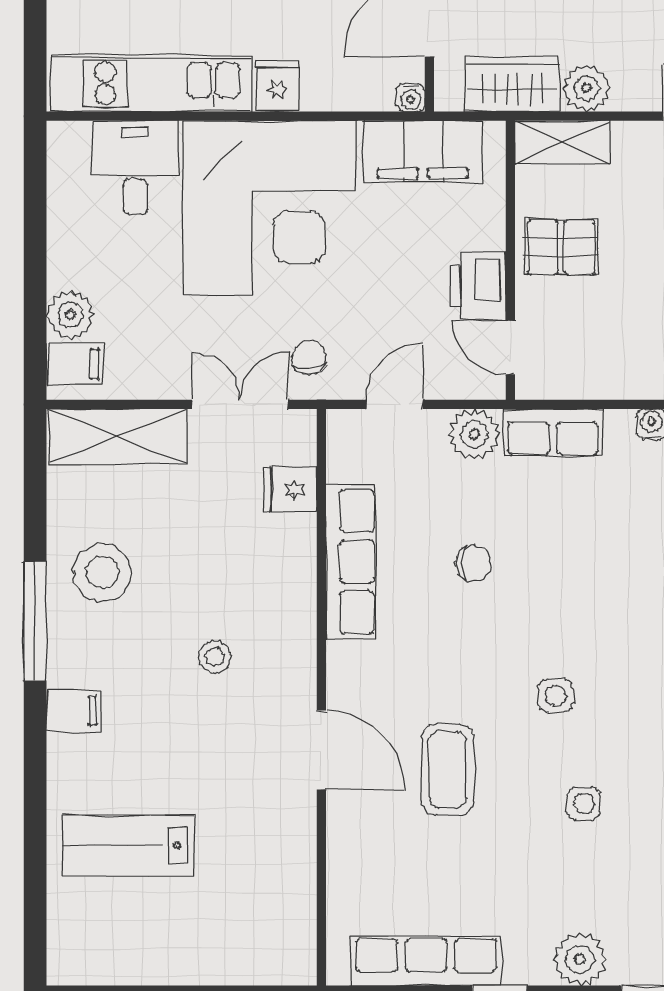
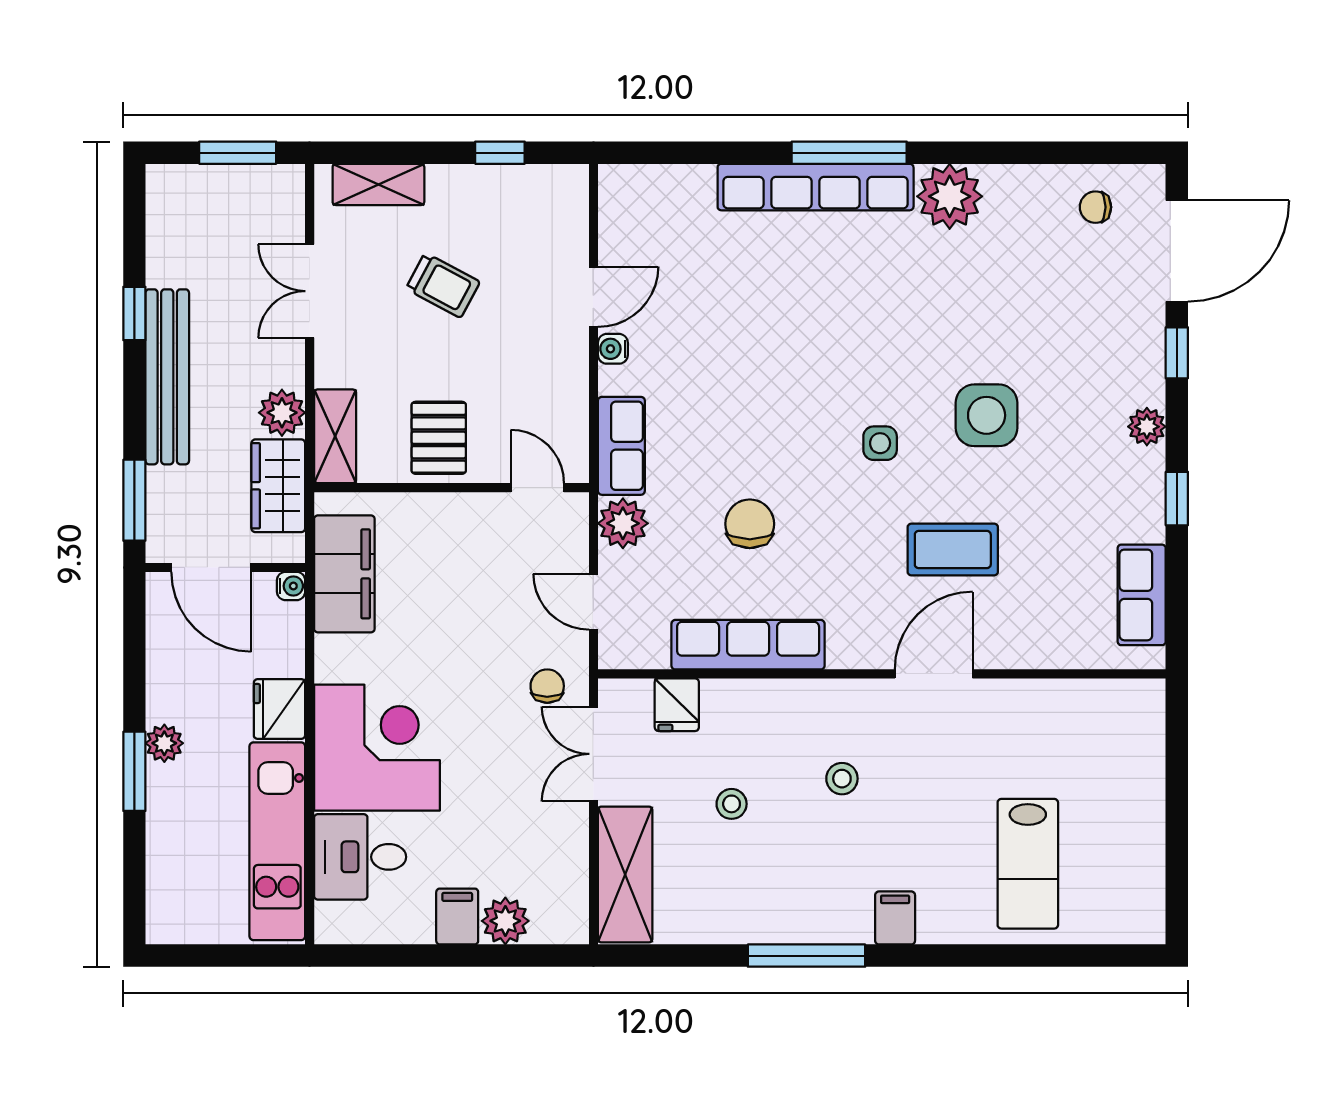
fridge: (277, 86) -> (279, 709), width x1.38
corner desk: (269, 208) -> (377, 748), width x0.74, depth x0.74
printer: (478, 286) -> (477, 520), removed
door: (510, 347) -> (537, 488), swing flipped
chair: (309, 357) -> (547, 686), turned 90
filing cabinet: (75, 364) -> (457, 917), moved
chair: (474, 563) -> (750, 524), width x1.37, depth x1.37
stool: (102, 573) -> (732, 804), moved, width x0.53, depth x0.53
side table: (584, 804) -> (987, 415), width x1.87, depth x1.87
plant: (580, 959) -> (1147, 427), width x0.73, depth x0.73
row of seats: (426, 961) -> (1142, 595), width x0.68

